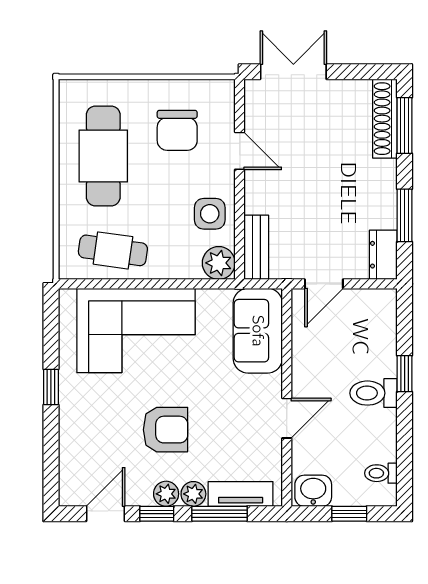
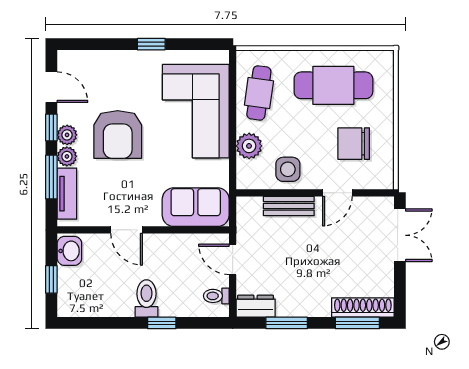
bench: (256, 247) -> (289, 206), moved
plant: (219, 263) -> (249, 146), moved
armchair: (165, 430) -> (118, 134), width x1.36, depth x1.36
toilet: (381, 473) -> (216, 296), moved, turned -90

